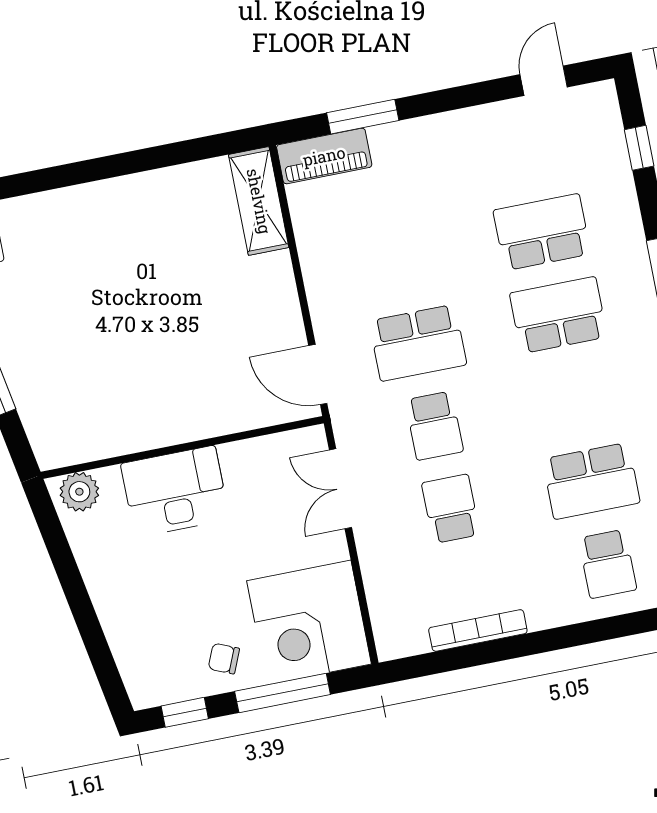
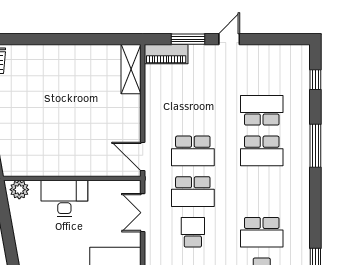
door: (544, 81) -> (229, 39), moved
school desk: (558, 315) -> (262, 151), turned 180
school desk: (434, 426) -> (193, 192), width x1.85

